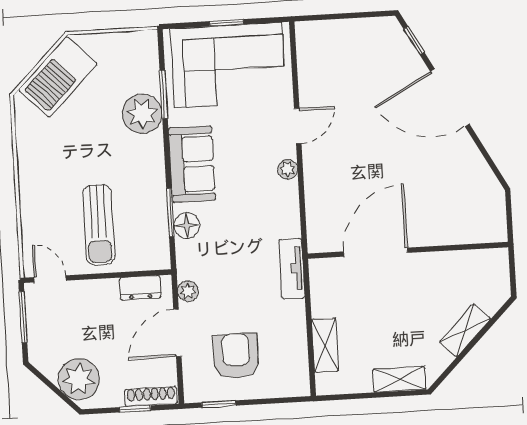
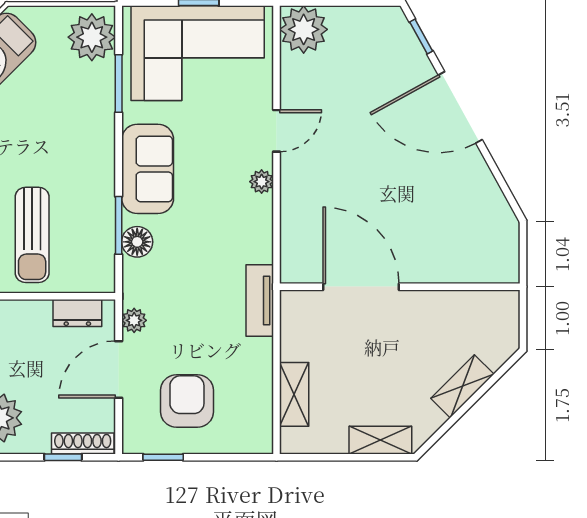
plant: (315, 40) -> (304, 29), added
plant: (142, 114) -> (92, 37), moved
door: (376, 252) -> (361, 287), hinge flipped

